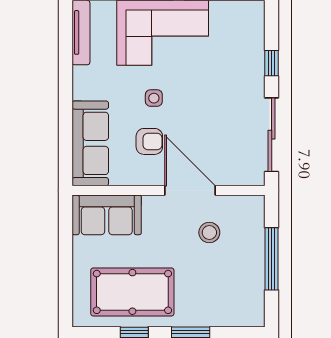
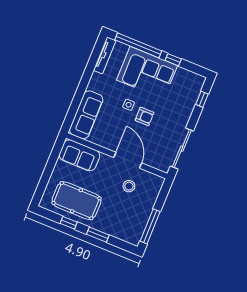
window: (272, 63) -> (202, 99), moved
armchair: (149, 141) -> (144, 116), moved
window: (272, 259) -> (150, 226), moved

